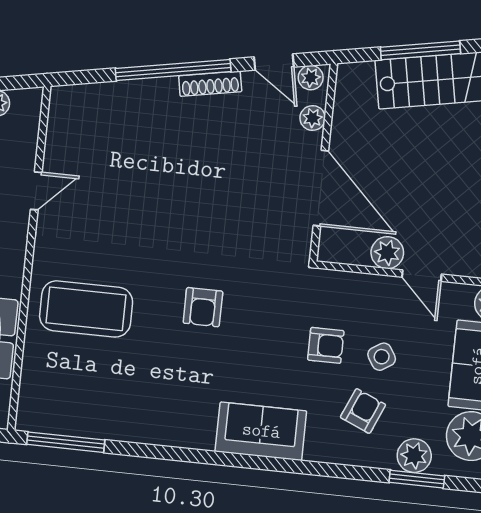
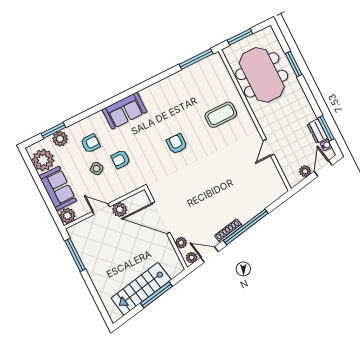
coffee table: (86, 309) -> (221, 115), width x0.73, depth x0.76
armchair: (363, 411) -> (90, 143), turned -113

